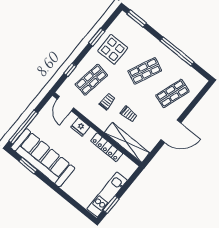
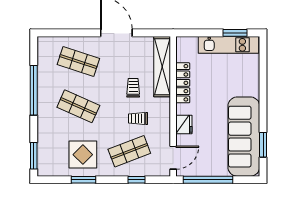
shop shelf: (91, 80) -> (129, 151), turned -30
window: (23, 127) -> (208, 180), moved

